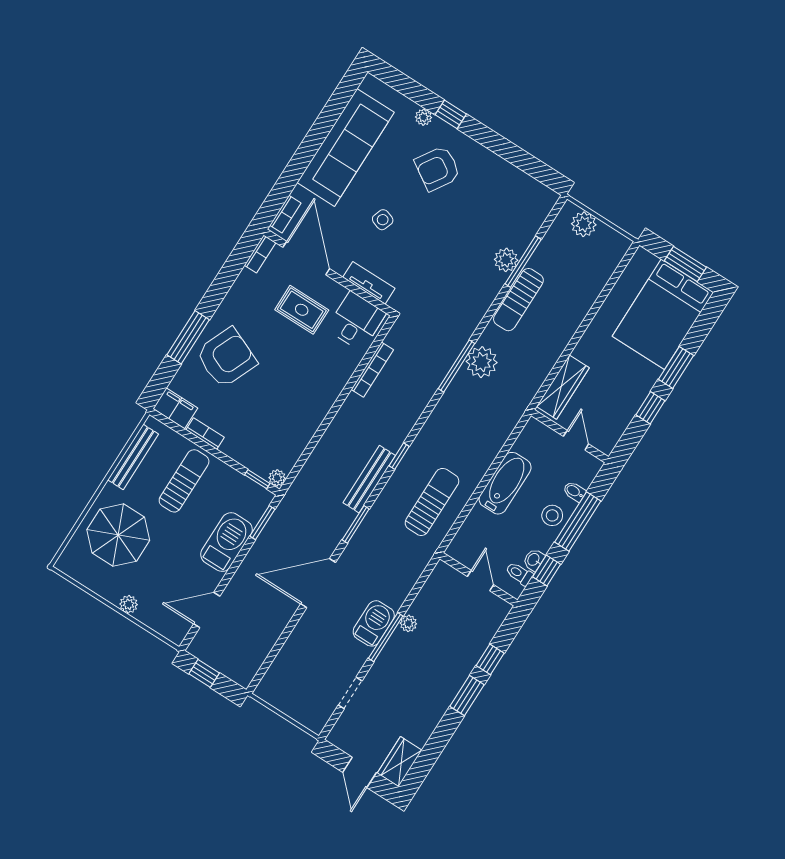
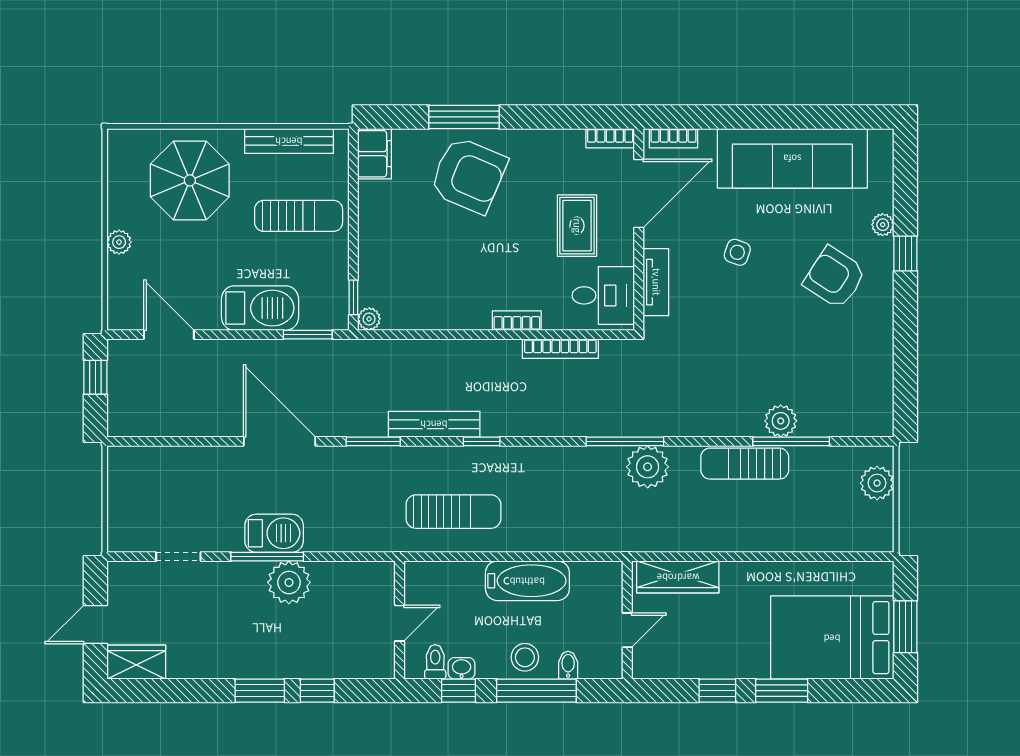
bookcase: (205, 433) -> (517, 321), moved, turned -90
plant: (408, 623) -> (289, 582), width x1.88, depth x1.88

